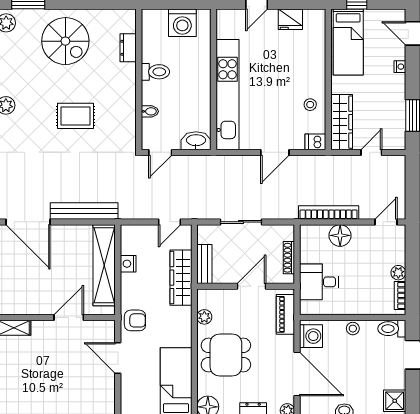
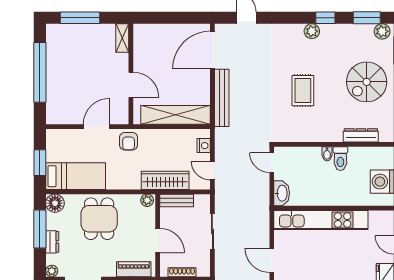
dresser: (128, 48) -> (361, 135), width x1.44
bidet: (150, 111) -> (327, 154), moved
nightstand: (128, 264) -> (204, 146), moved, turned 90
plant: (204, 317) -> (147, 200), moved

